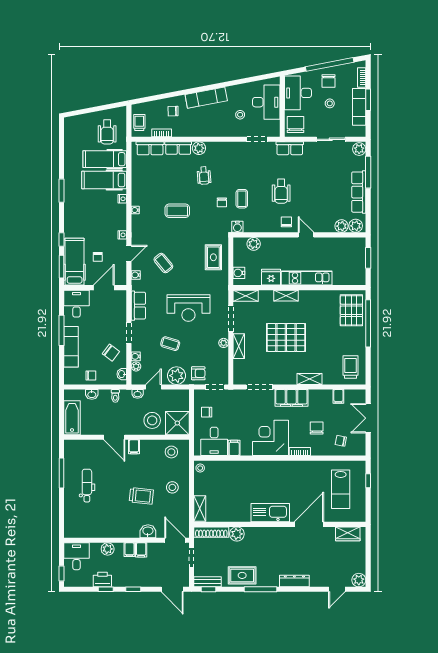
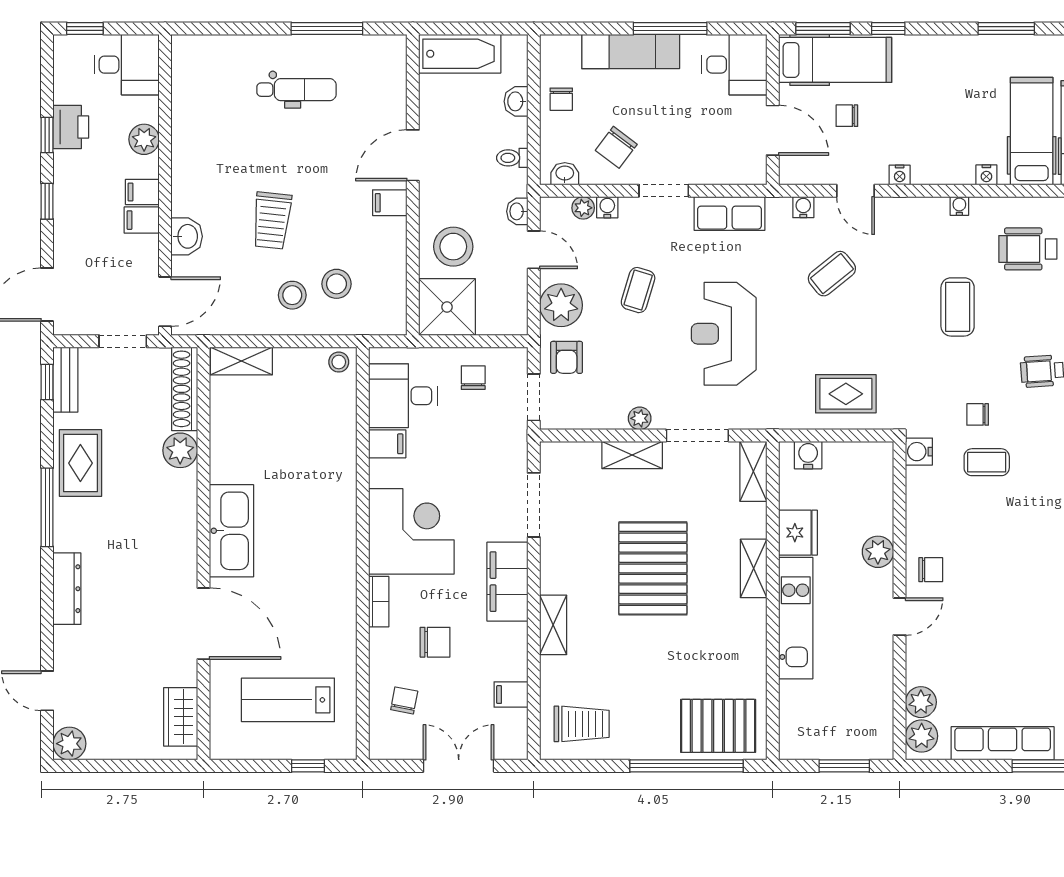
wheelchair: (281, 191) -> (1028, 249), moved
plant: (254, 244) -> (878, 552), moved
stool: (171, 452) -> (336, 284), moved

